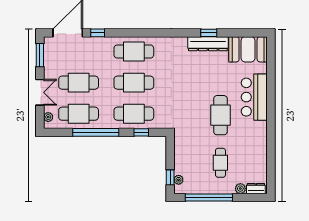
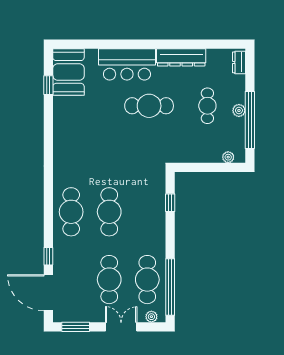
window: (209, 33) -> (48, 85), moved
dresser: (208, 44) -> (181, 57), moved, turned 90
cafe table: (134, 114) -> (147, 212), removed
window: (96, 132) -> (170, 287), moved
cafe table: (220, 163) -> (207, 106), turned 90
window: (170, 177) -> (225, 167), removed
plant: (240, 189) -> (239, 110), moved

